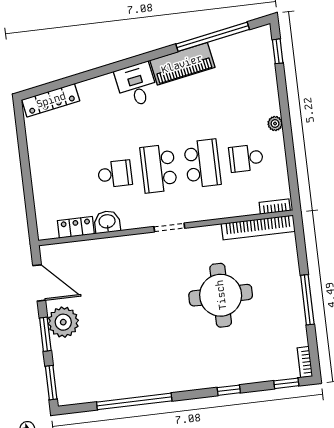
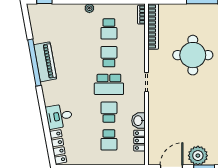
window: (213, 37) -> (34, 63), moved
desk: (136, 85) -> (59, 116), moved
school desk: (202, 163) -> (109, 57), width x0.54
school desk: (71, 179) -> (109, 140), added

